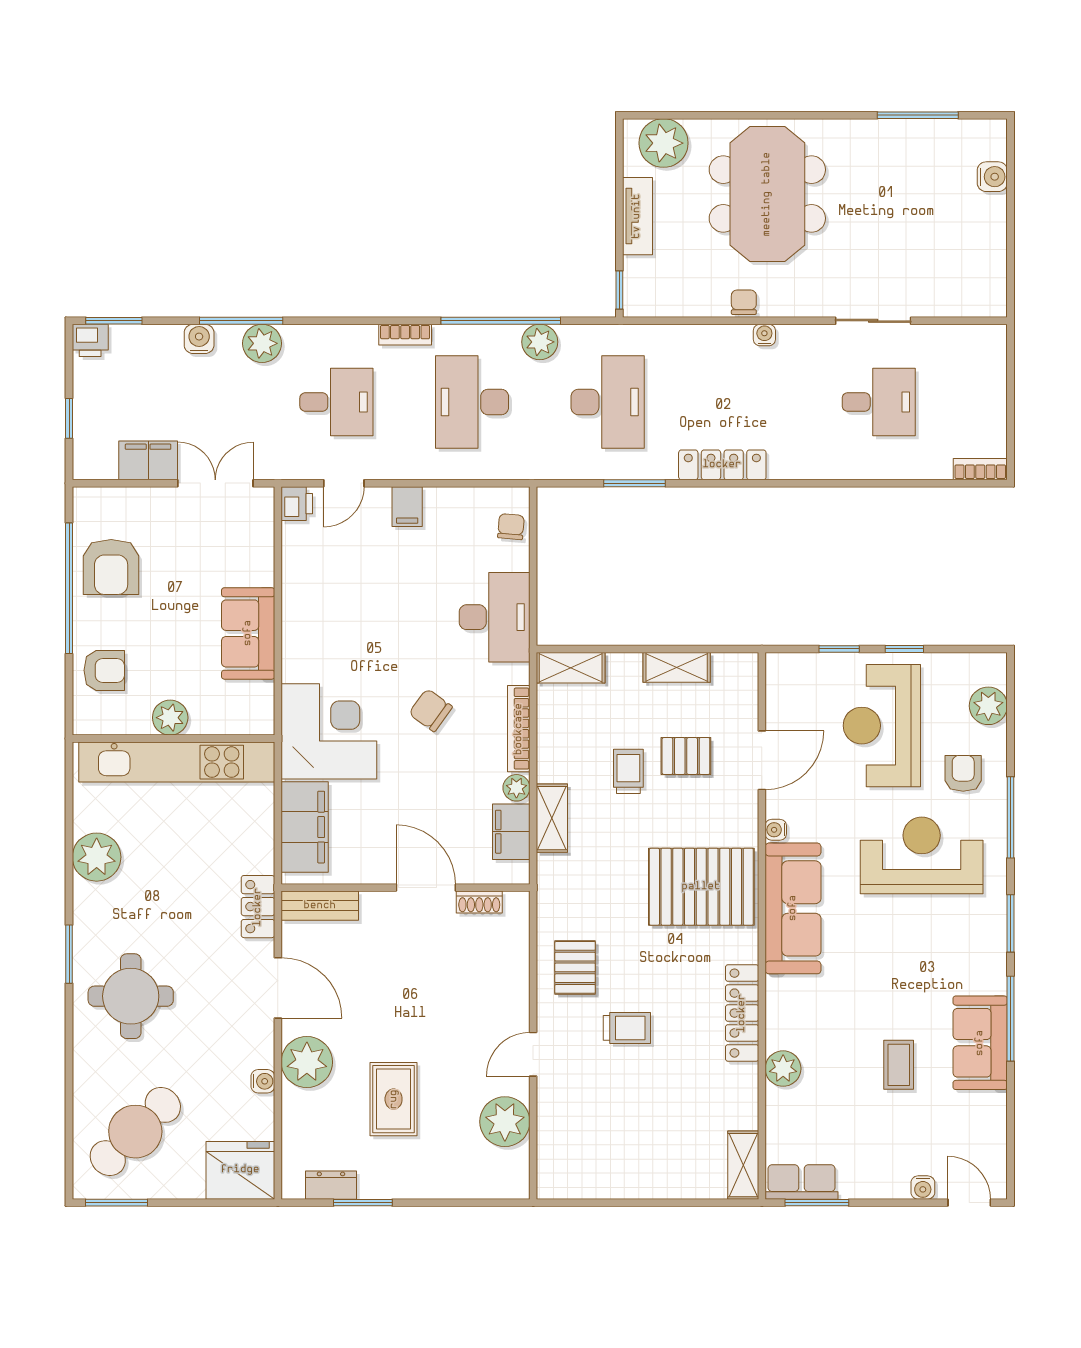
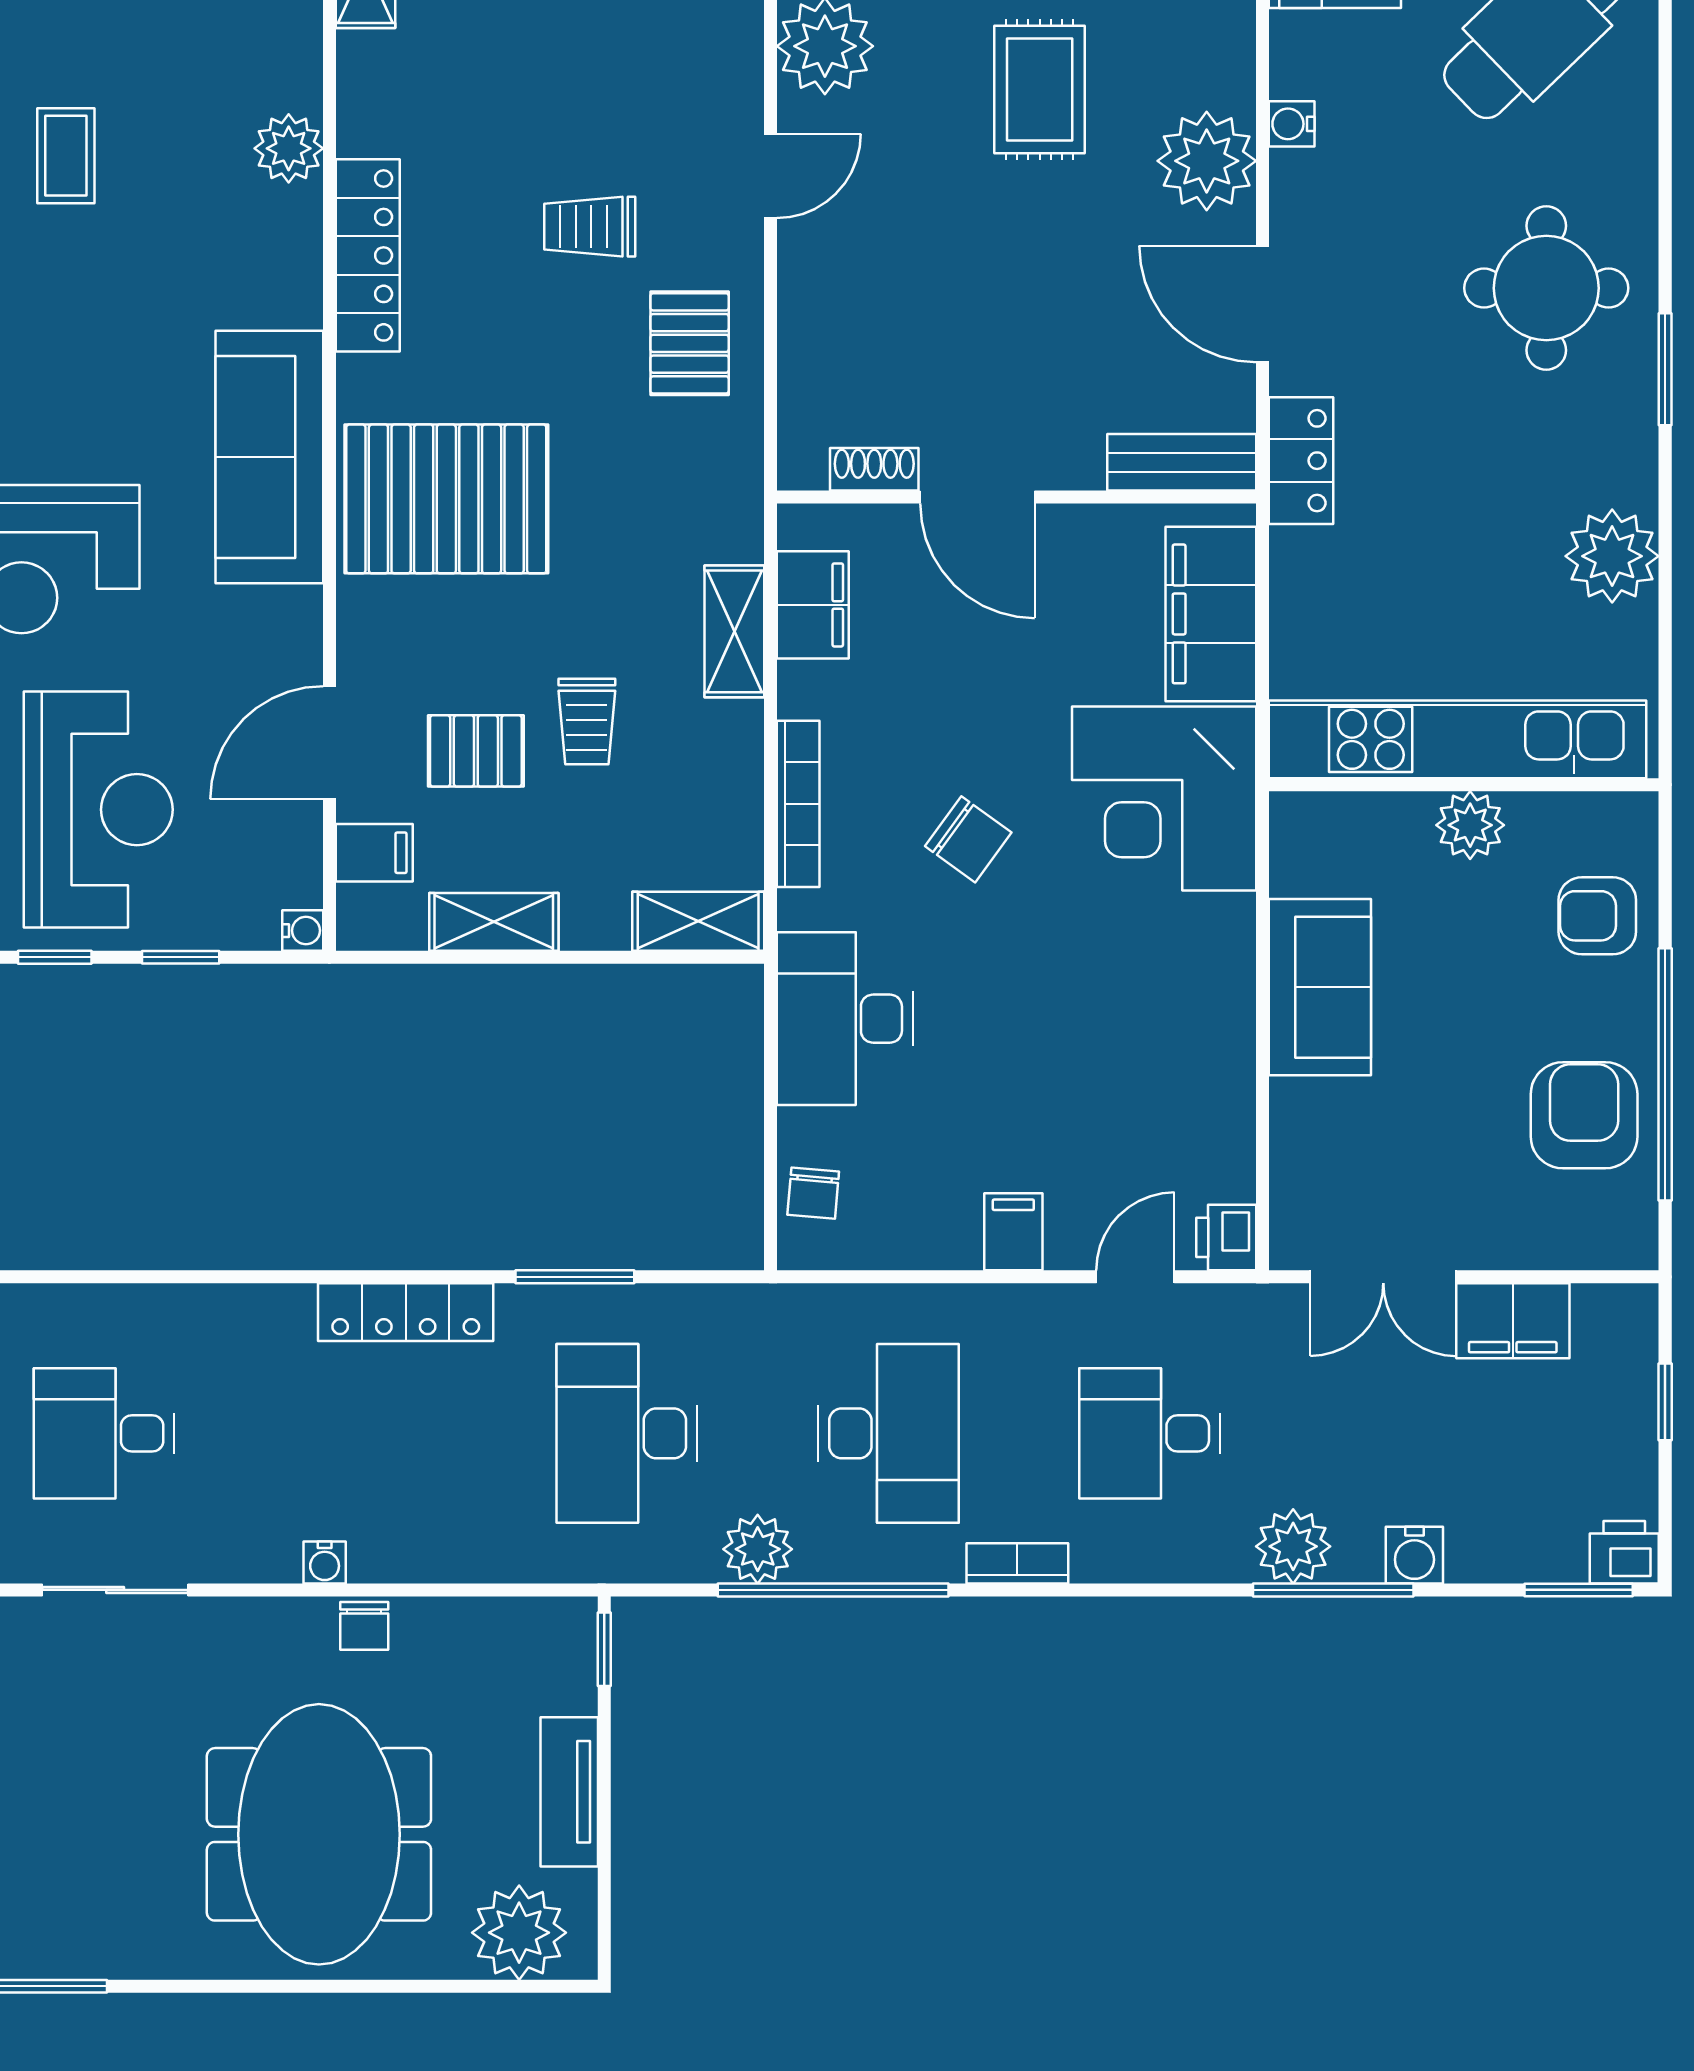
filing cabinet: (739, 703) -> (374, 853), added
plant: (516, 788) -> (803, 690), removed
water cooler: (776, 830) -> (303, 931), moved

